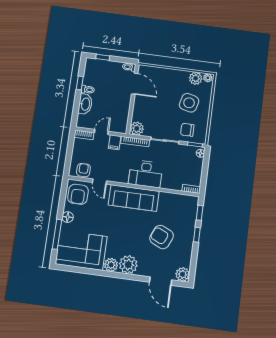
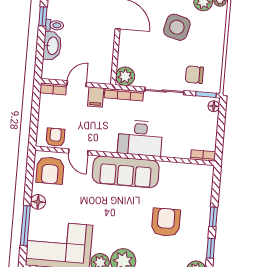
side table: (189, 103) -> (177, 27), moved
window: (200, 213) -> (211, 248), moved
armchair: (162, 237) -> (166, 222), turned 66

